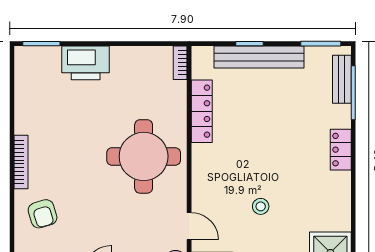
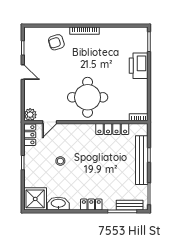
washbasin: (339, 210) -> (58, 204), added

